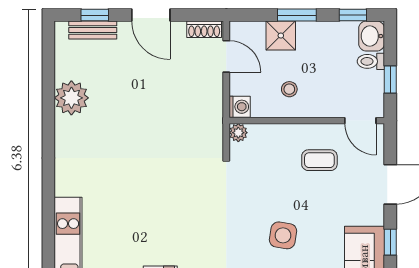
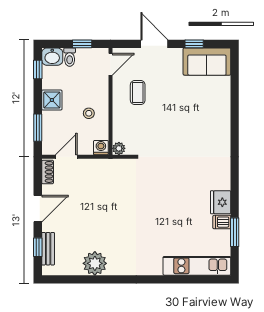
window: (297, 15) -> (38, 128), moved
shower: (281, 36) -> (52, 100), moved
side table: (283, 235) -> (190, 118), removed

